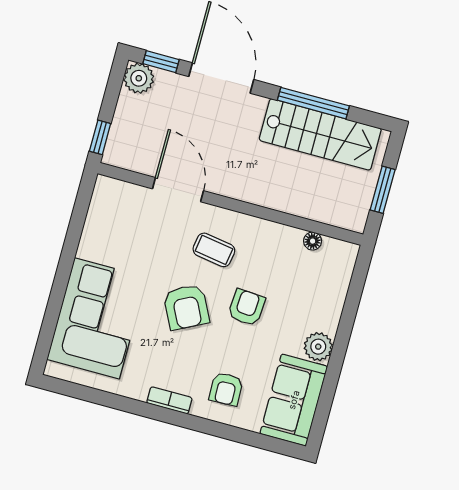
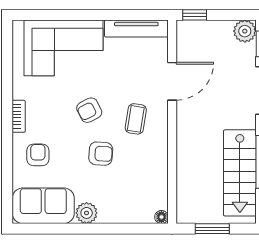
tv unit: (97, 217) -> (136, 28), added
floor lamp: (313, 241) -> (161, 217), moved
armchair: (186, 307) -> (89, 110), width x0.72, depth x0.72
armchair: (226, 389) -> (38, 155), turned 92

